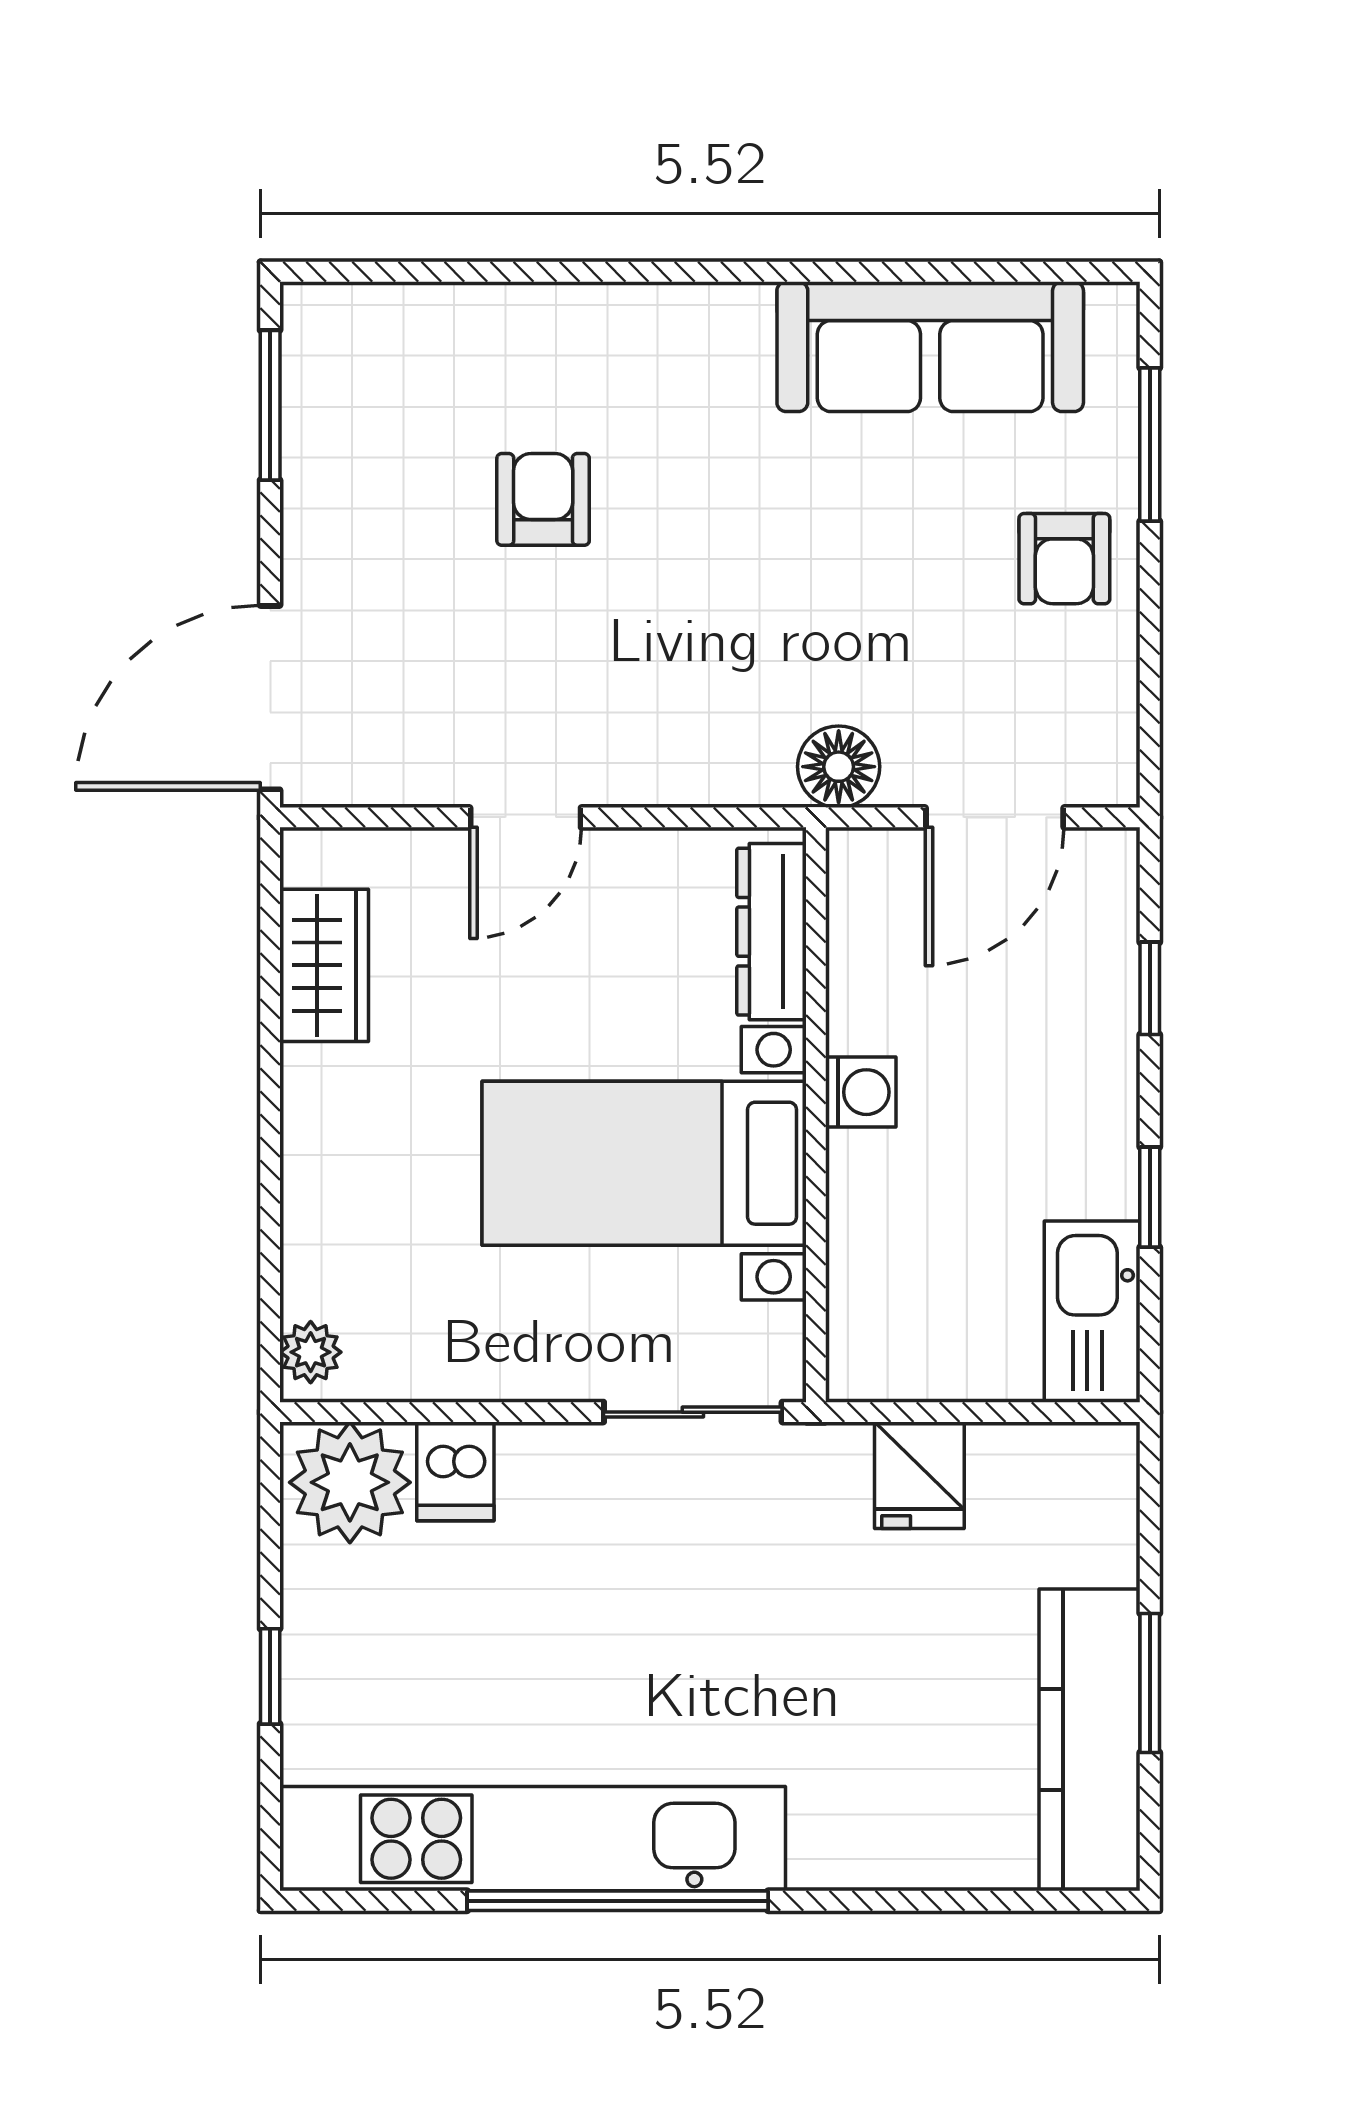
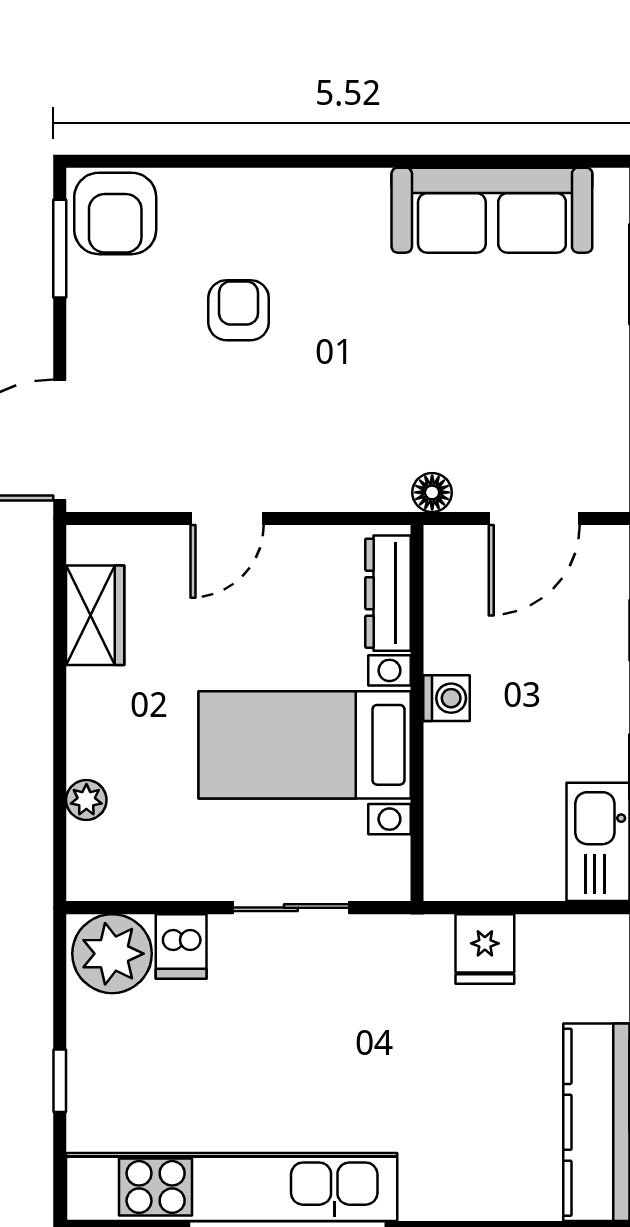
armchair: (1064, 559) -> (115, 213), moved, width x1.38, depth x1.38
floor lamp: (839, 767) -> (432, 492), width x0.73, depth x0.73
plant: (311, 1352) -> (86, 800), moved
sliding door: (693, 1412) -> (291, 908), moved

